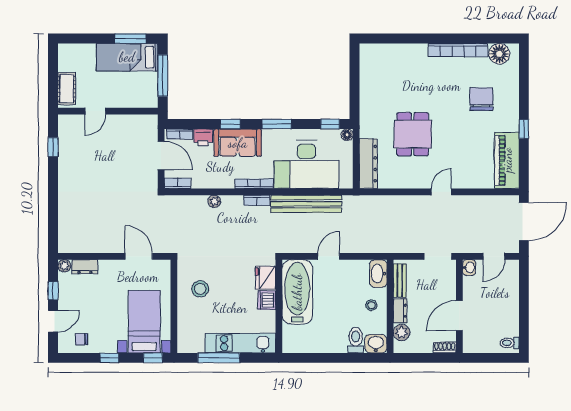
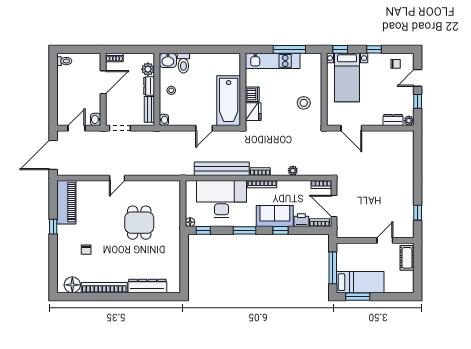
chair: (481, 99) -> (86, 250), width x0.54, depth x0.54
dresser: (368, 164) -> (147, 286), moved, turned 90
washbasin: (378, 274) -> (164, 120), width x0.52, depth x0.69

